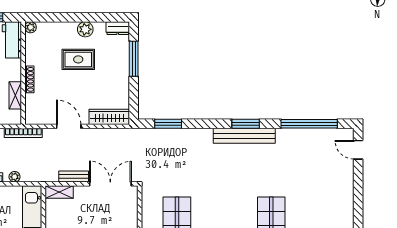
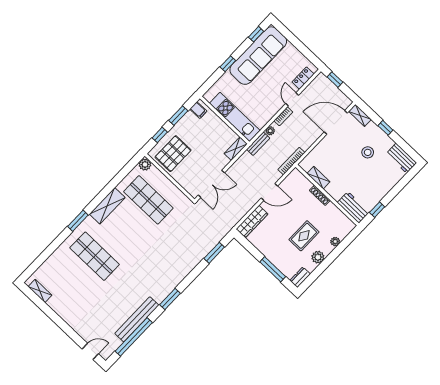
plant: (31, 27) -> (335, 242), moved
bench: (244, 136) -> (137, 319), moved
bench: (74, 177) -> (258, 144), moved

